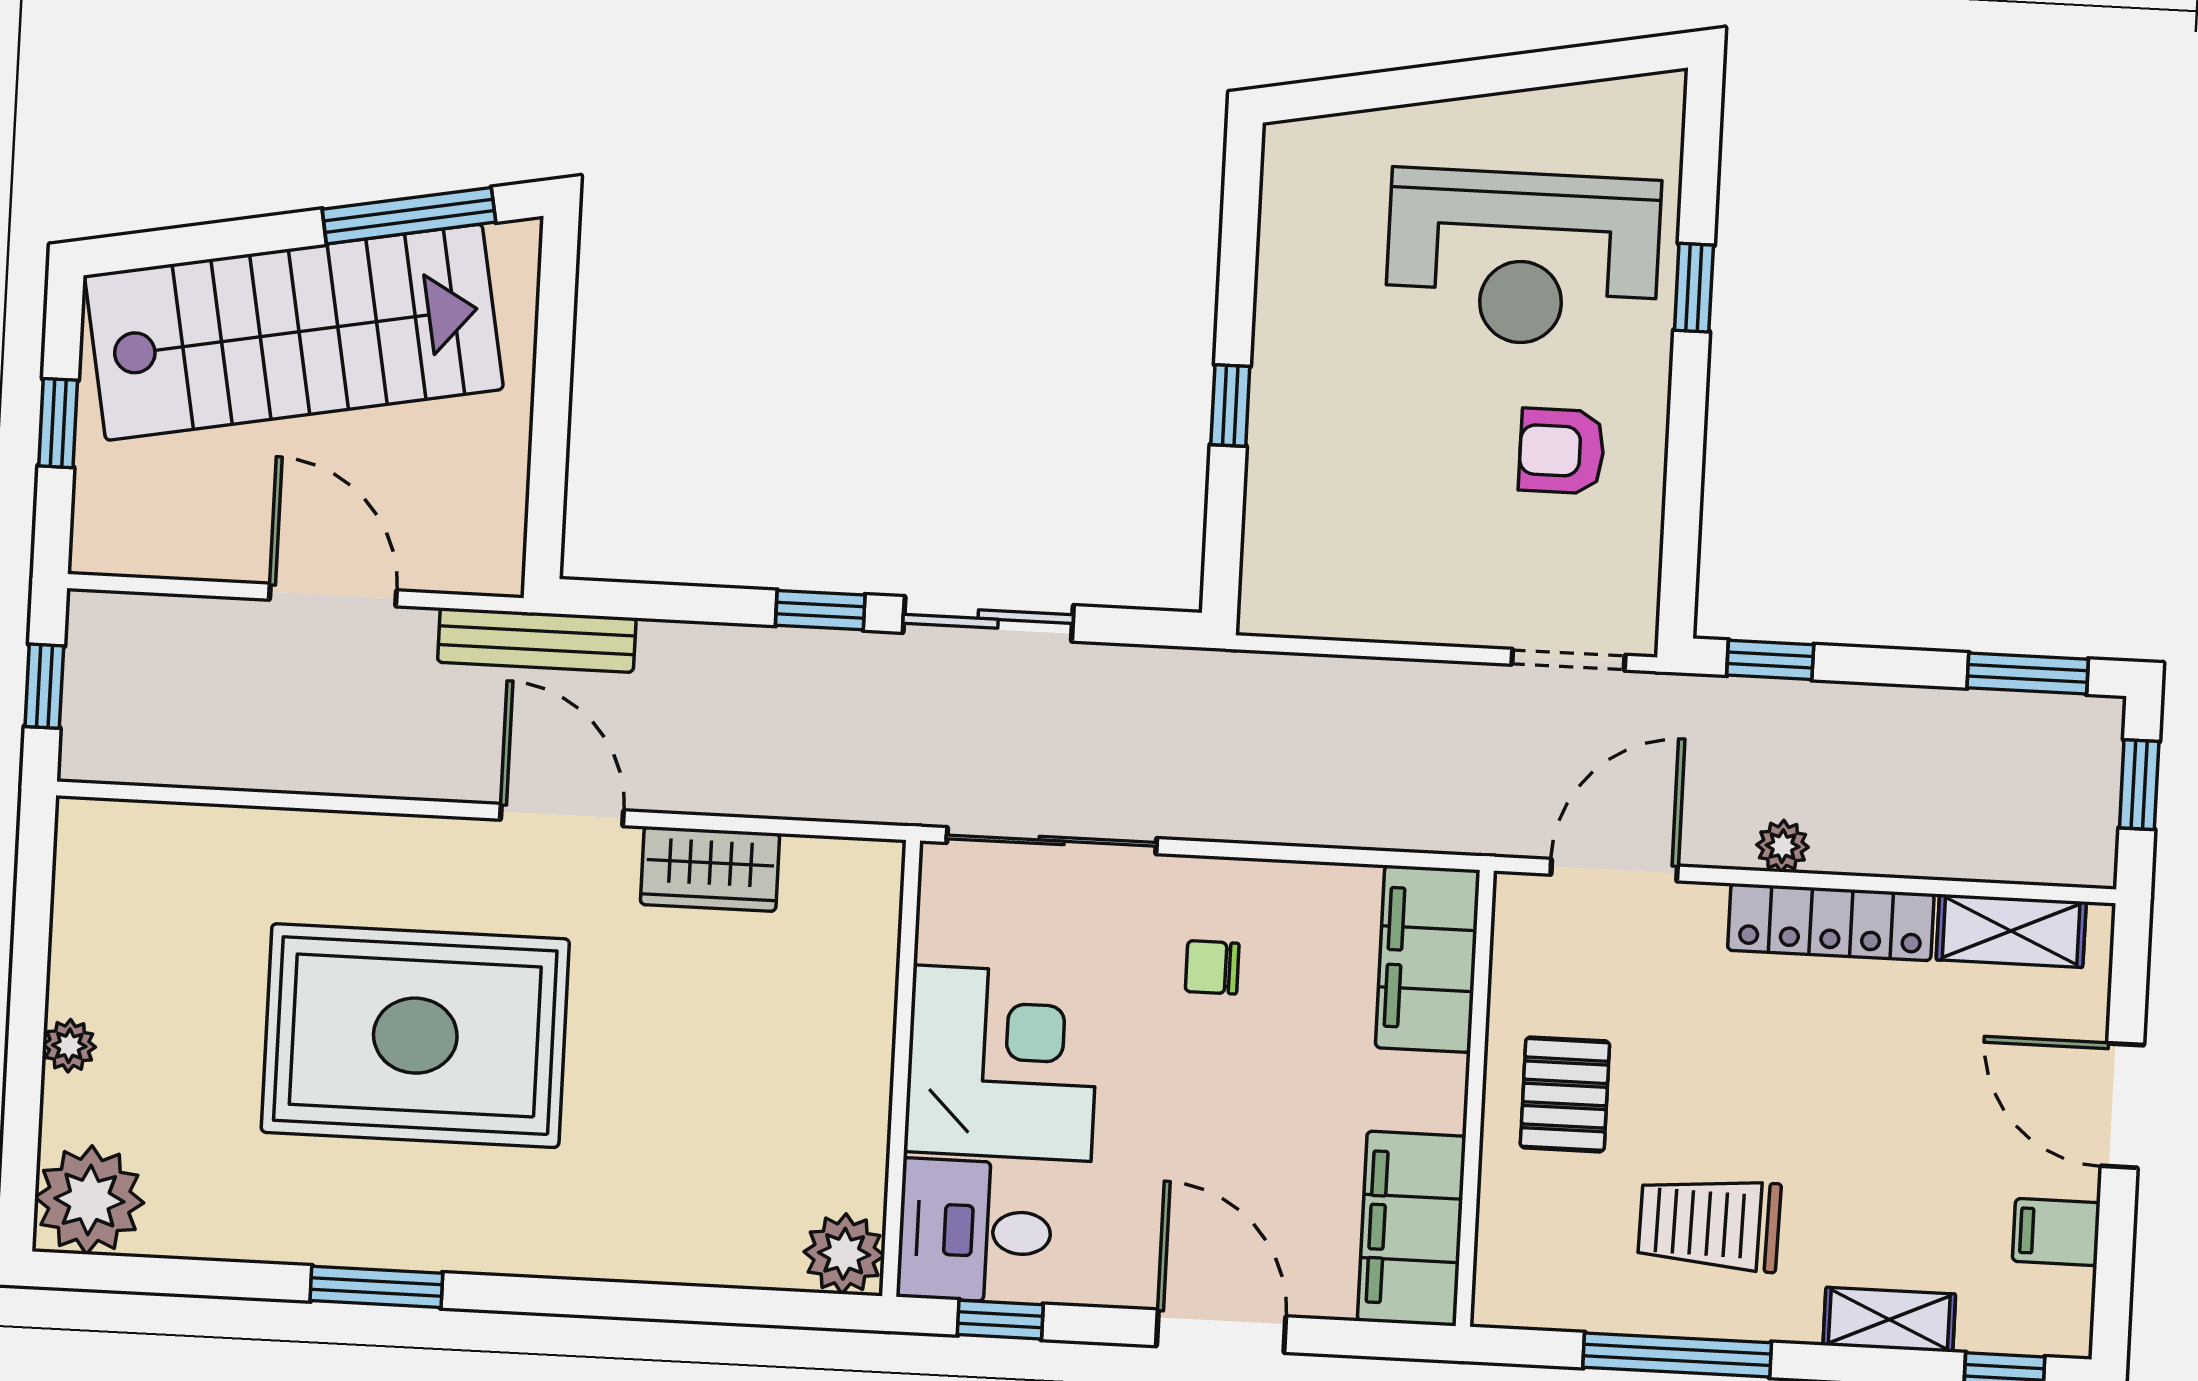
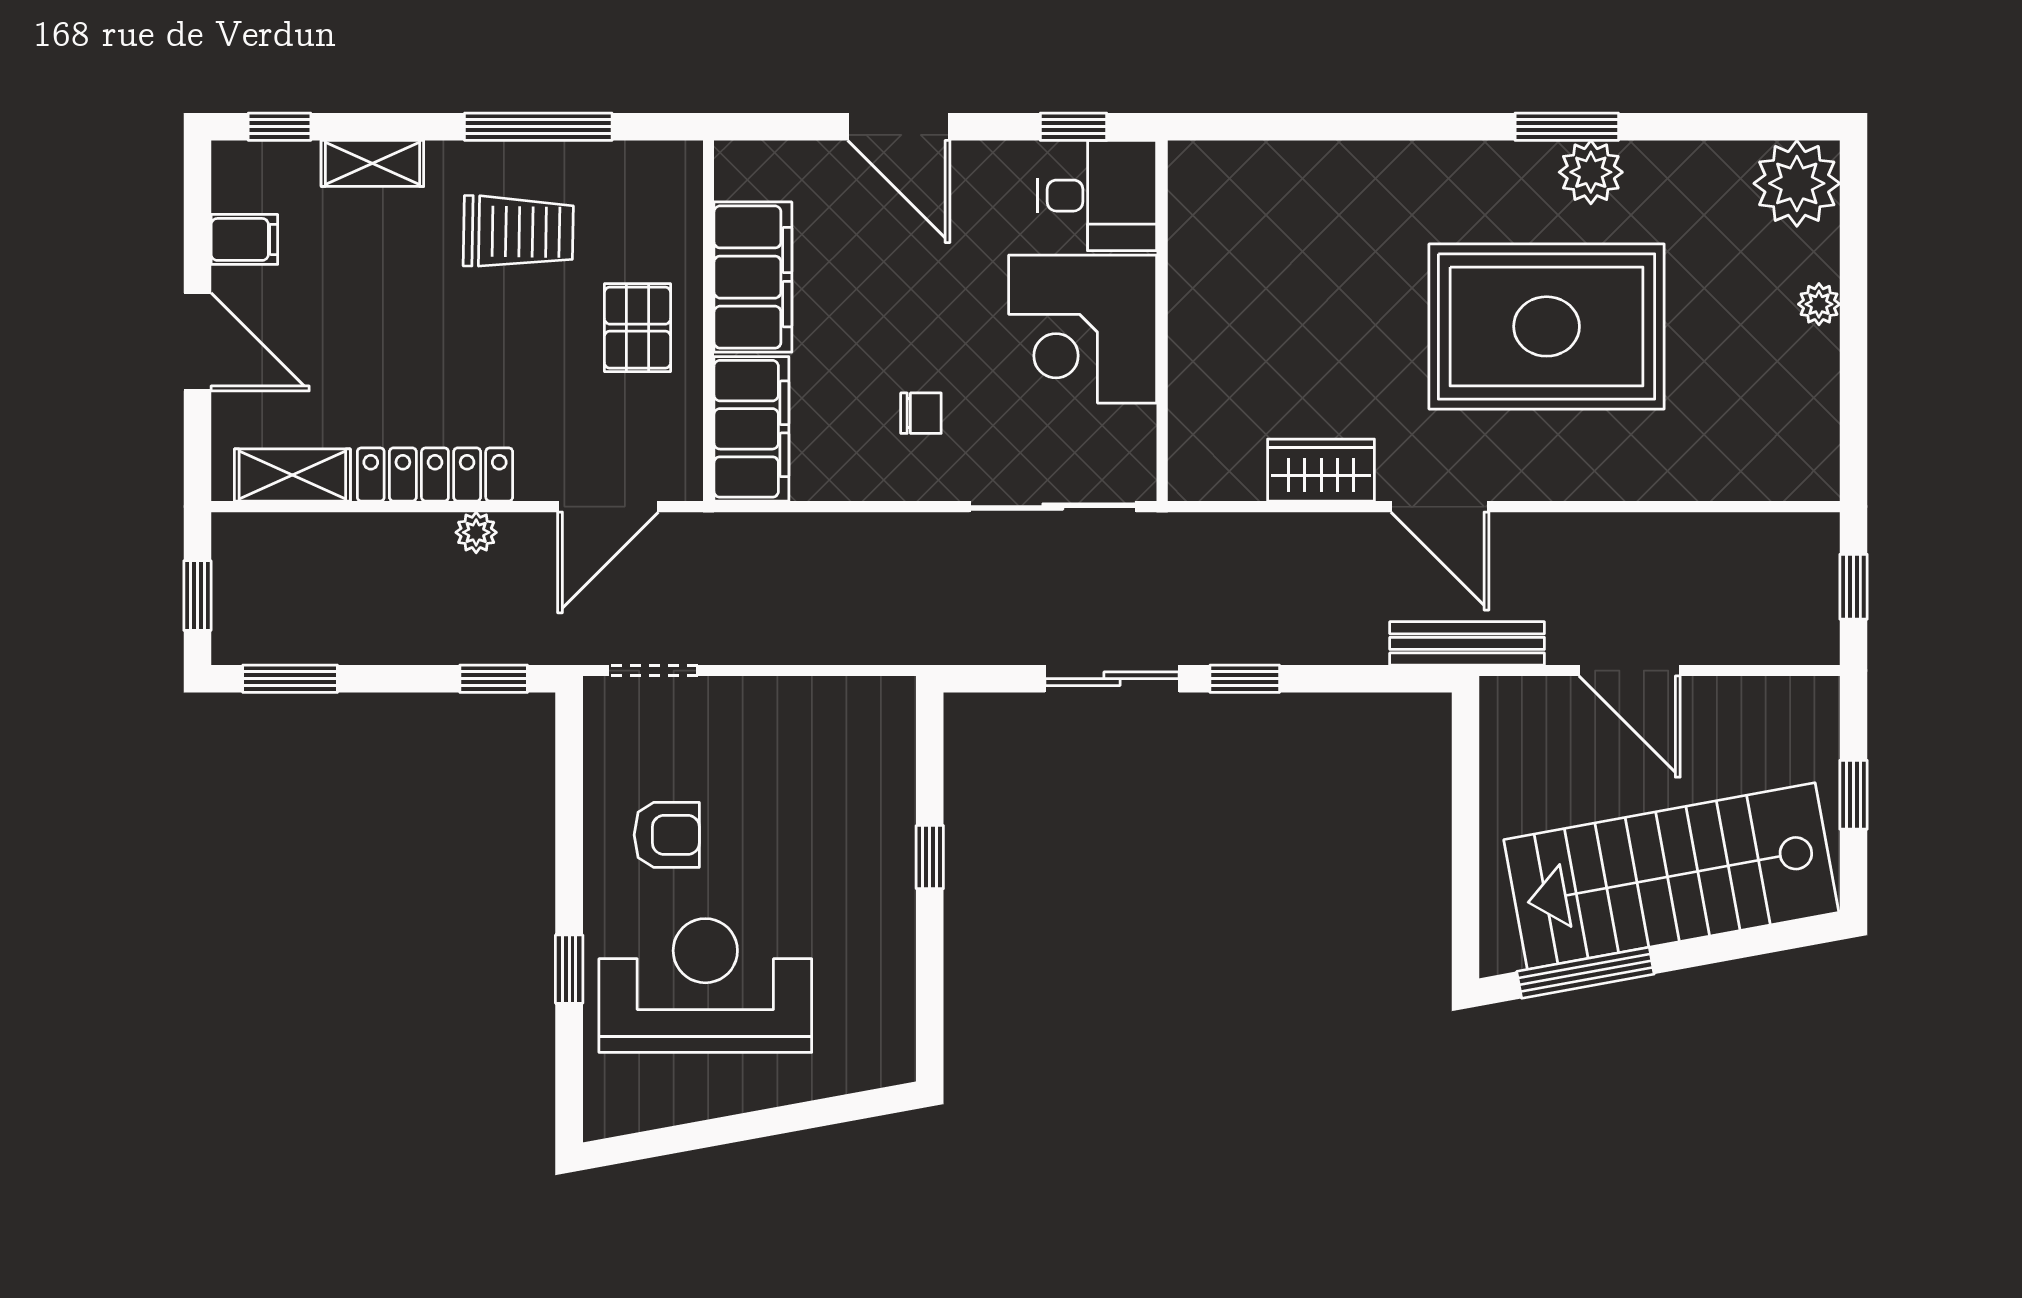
filing cabinet: (1412, 1229) -> (753, 277), moved
plant: (844, 1254) -> (1591, 172), moved

